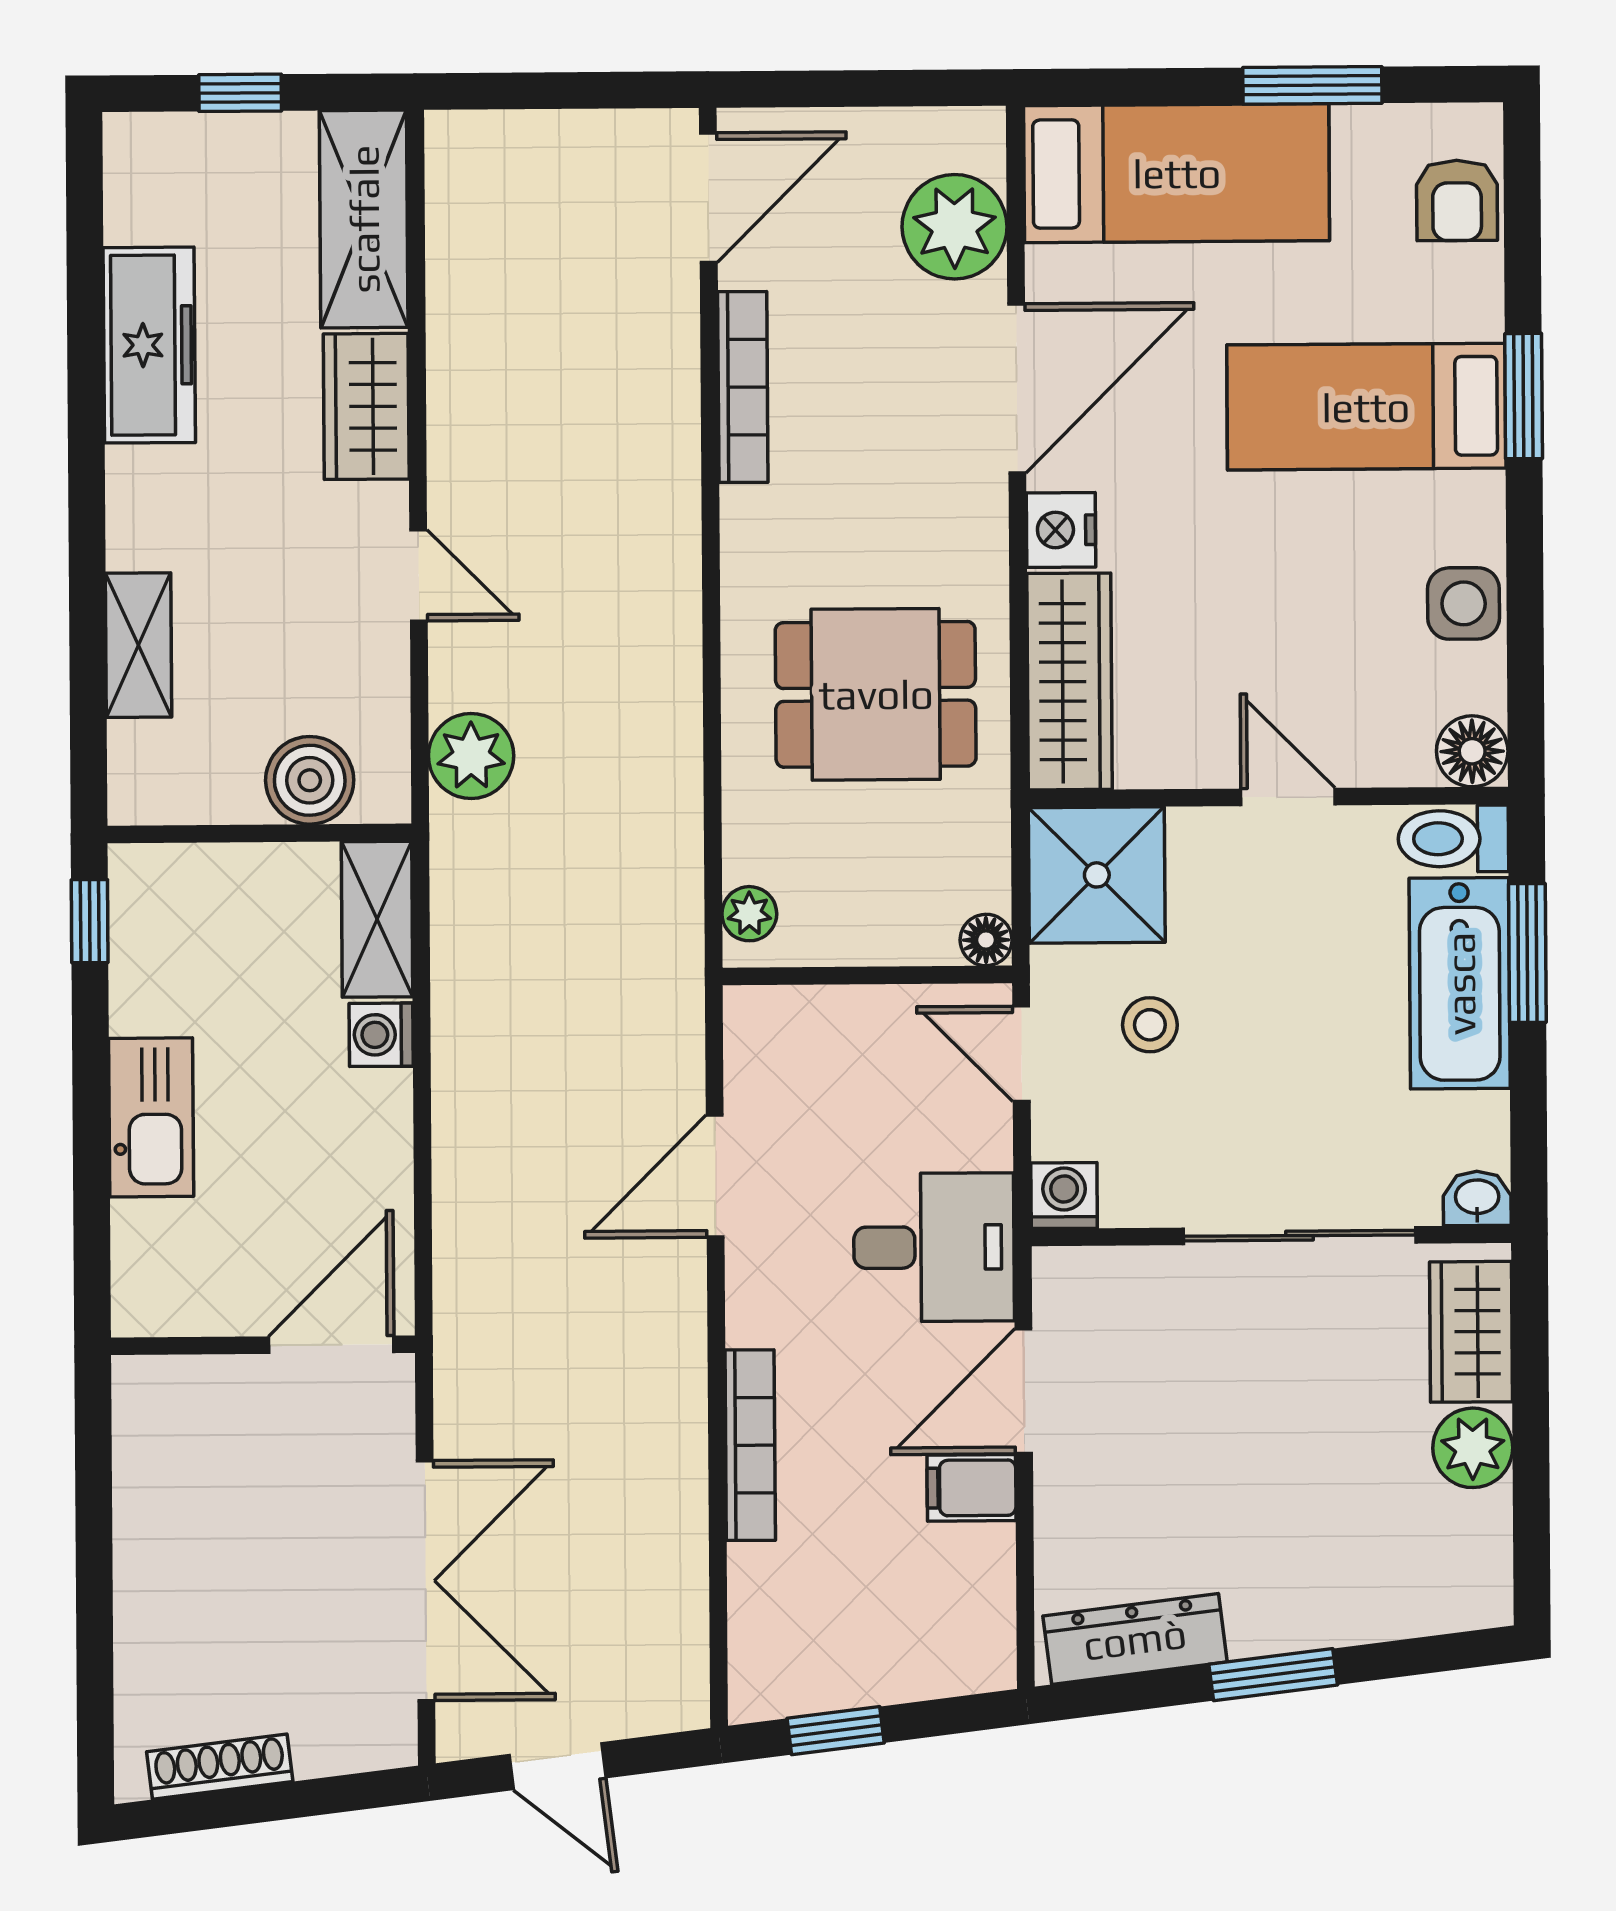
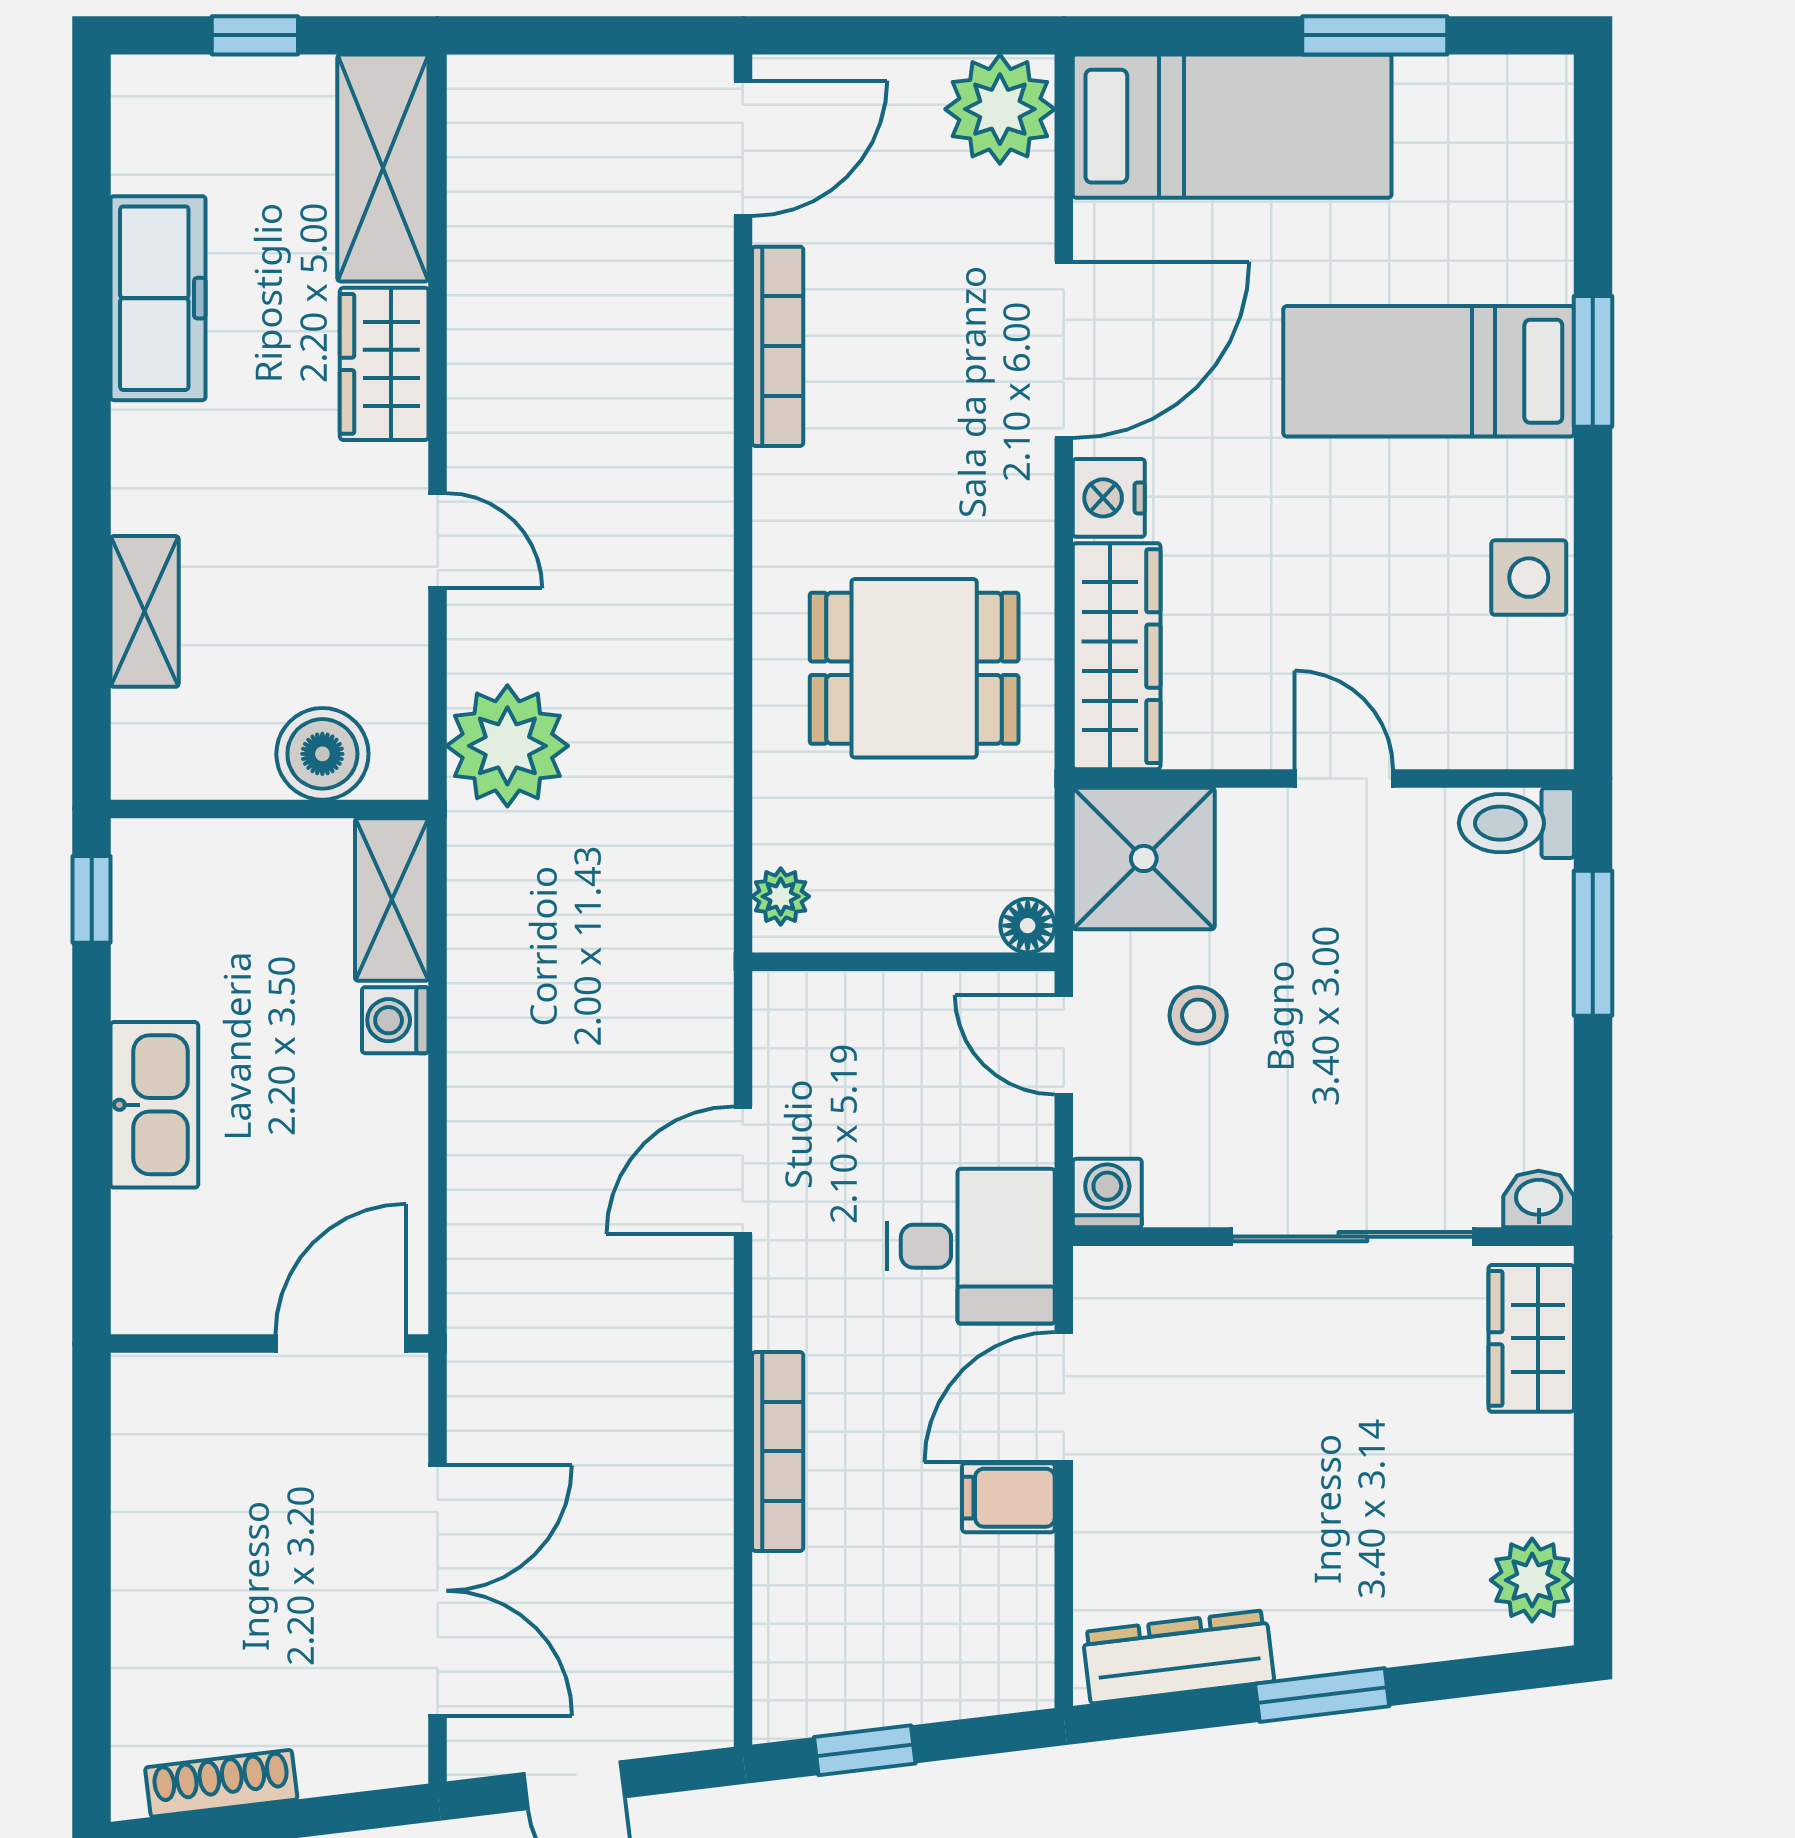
armchair: (1457, 200) -> (1525, 157), removed
plant: (955, 227) -> (1000, 109), moved
floor lamp: (1472, 751) -> (1537, 732), removed
plant: (471, 756) -> (507, 746), width x1.36, depth x1.36
bathtub: (1460, 983) -> (1522, 974), removed
plant: (1473, 1448) -> (1532, 1580), moved

